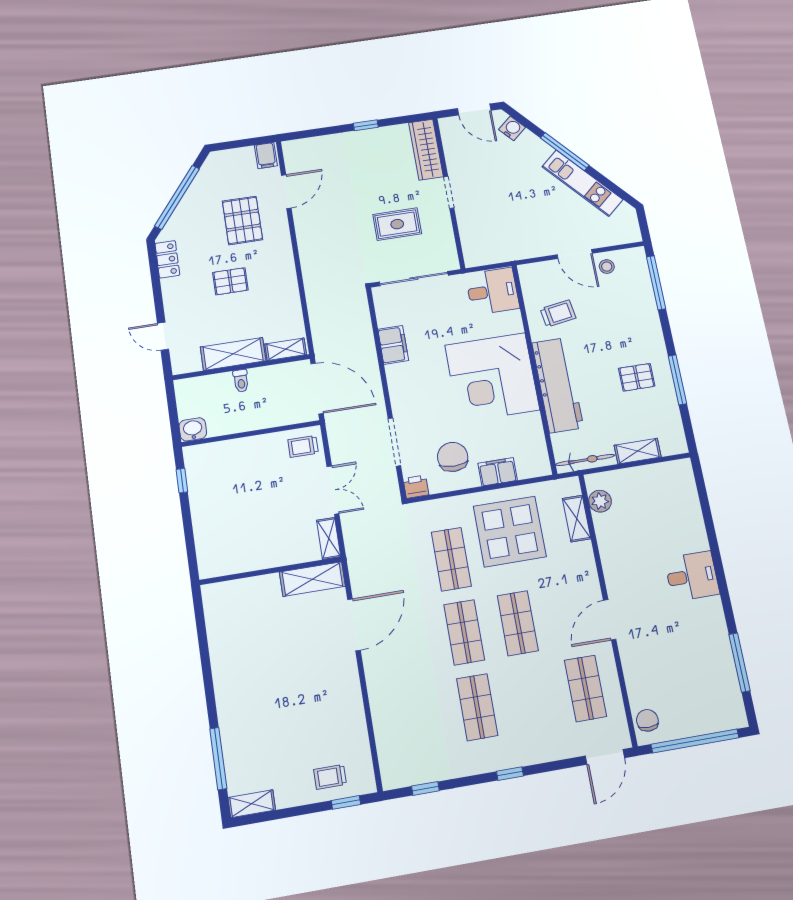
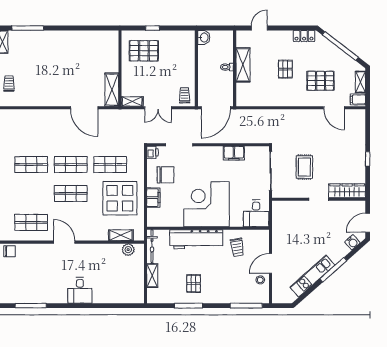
shelving: (286, 349) -> (360, 82), moved
window: (182, 481) -> (152, 28), moved
pallet: (232, 532) -> (144, 51), added

